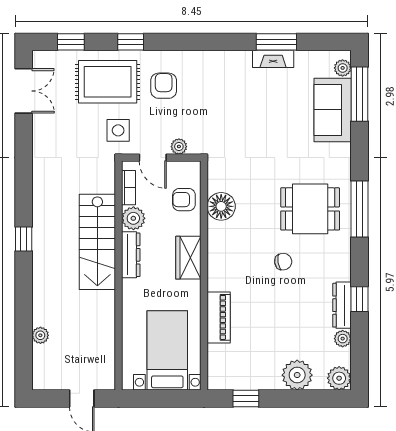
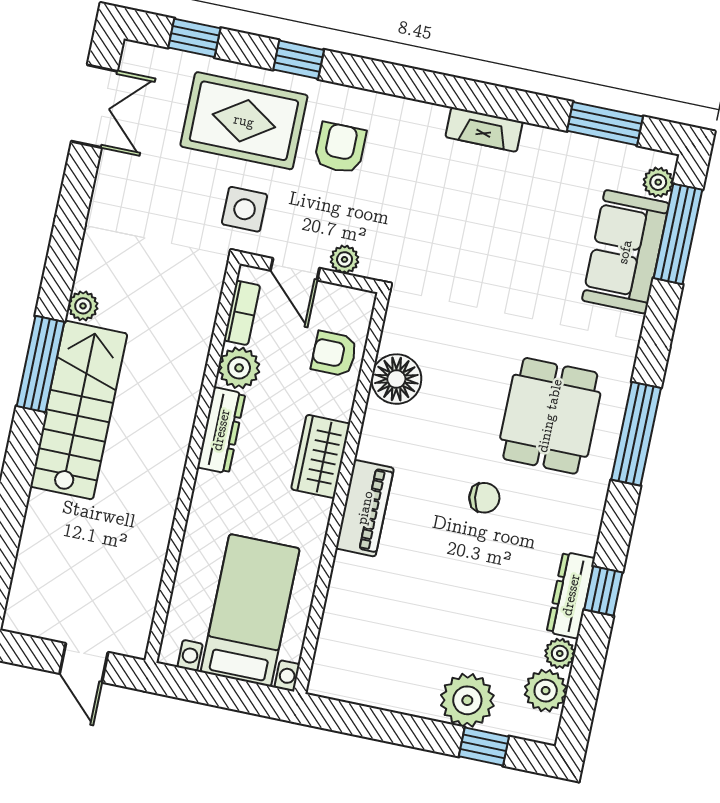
window: (276, 42) -> (605, 124), moved
fireplace: (273, 59) -> (484, 129), moved
dining table: (310, 209) -> (550, 416), turned 90
window: (24, 239) -> (40, 364), width x2.17
stairs: (97, 242) -> (79, 410), moved, turned 180
piano: (219, 317) -> (365, 508), moved
plant: (40, 335) -> (83, 306), moved
plant: (339, 378) -> (546, 691), moved
window: (246, 399) -> (484, 747), moved

